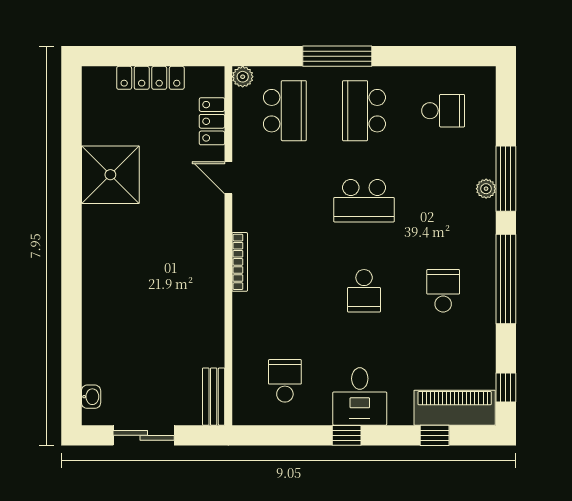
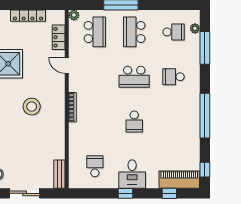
window: (506, 179) -> (205, 48), moved
plant: (486, 189) -> (195, 28), moved
stool: (158, 261) -> (32, 107), added
school desk: (443, 291) -> (174, 77), moved, turned -90

